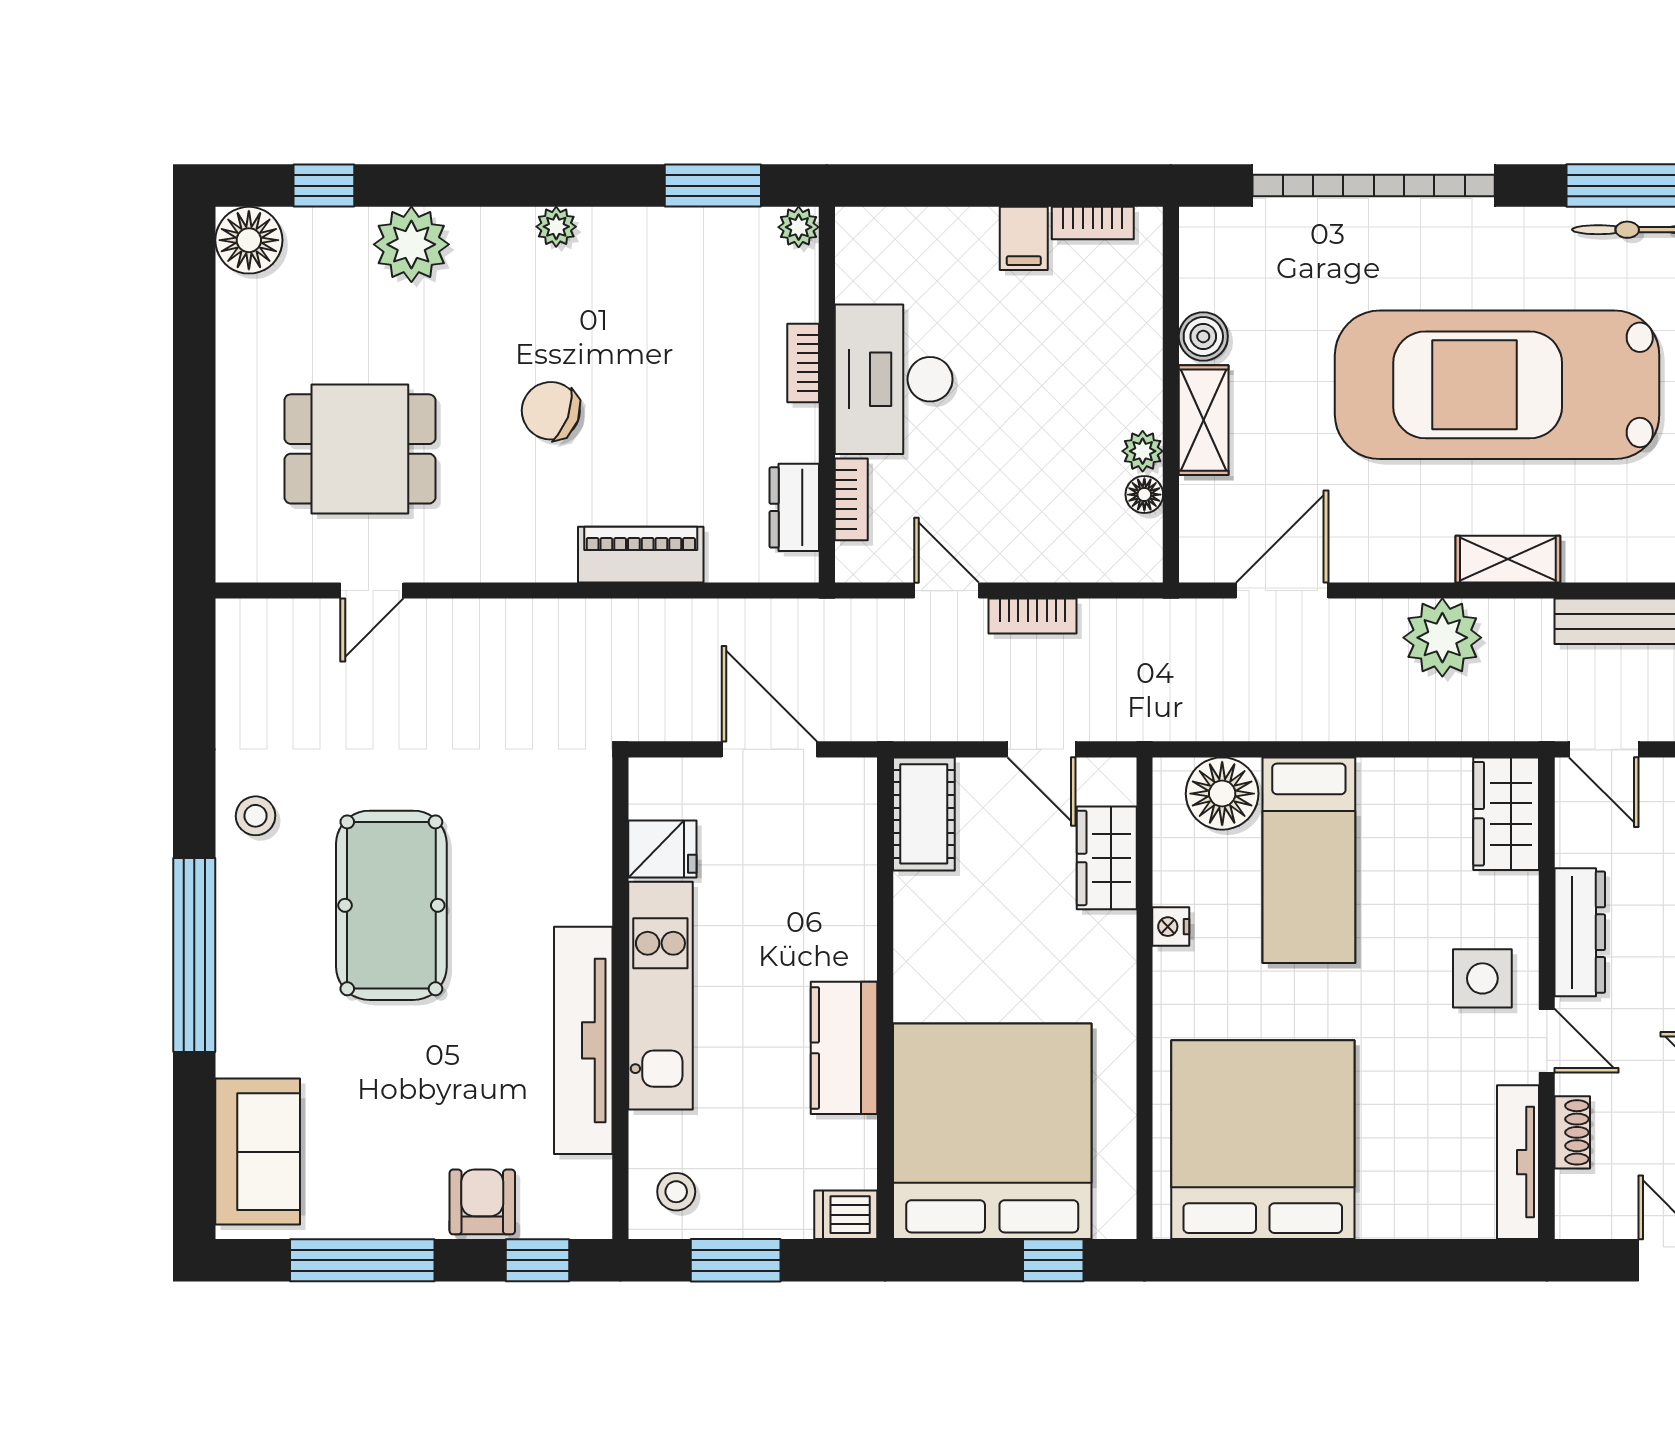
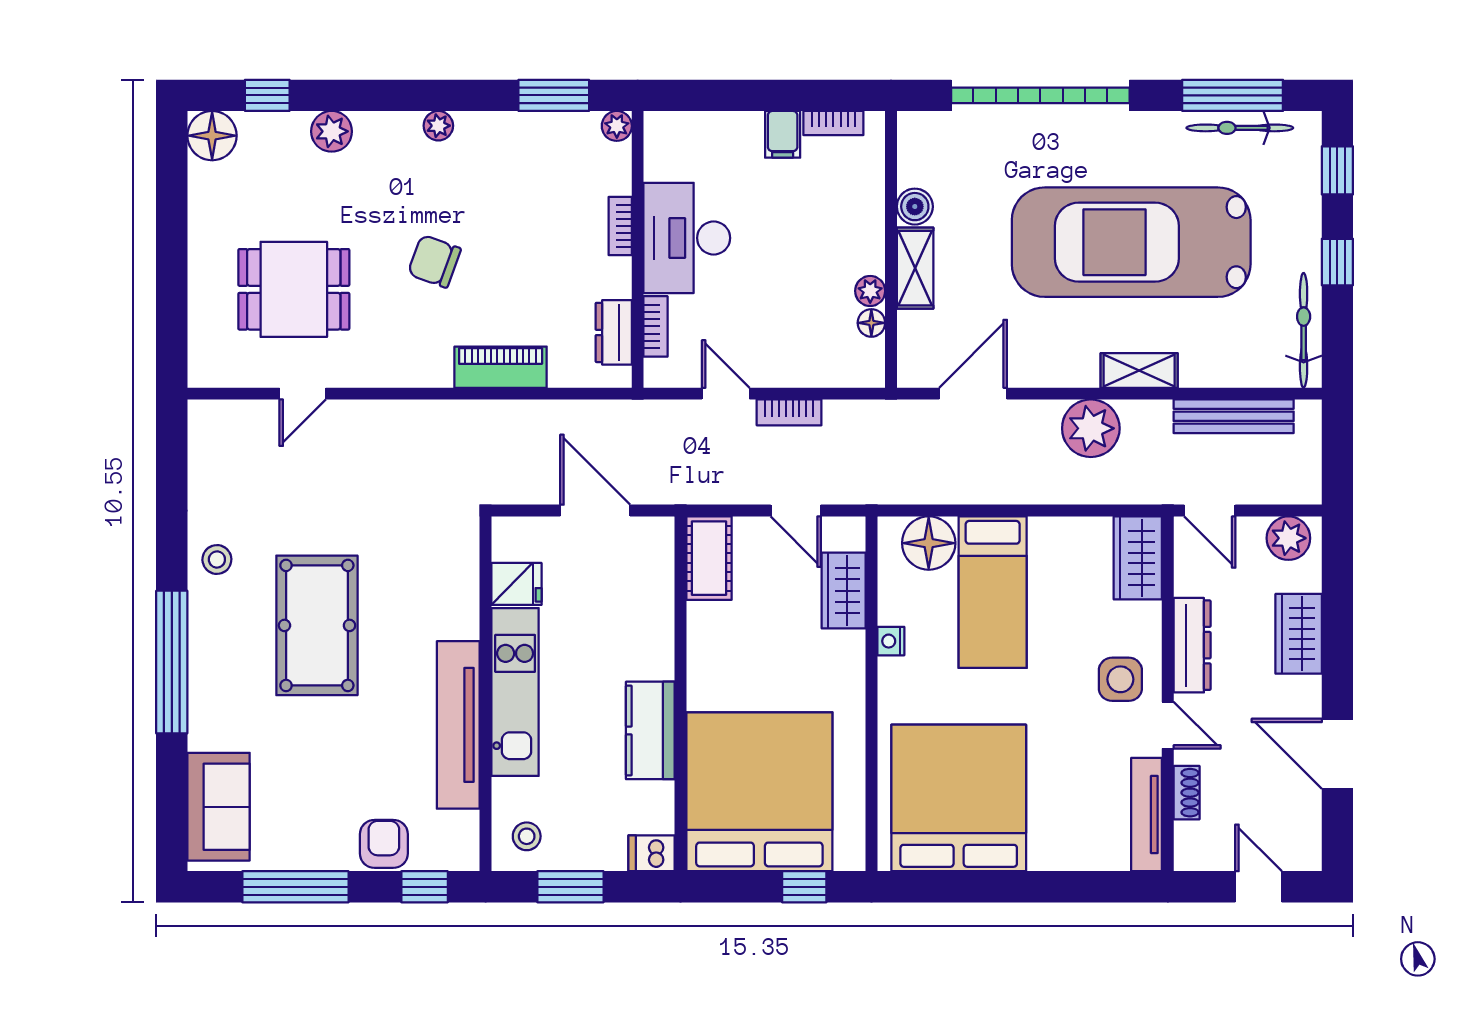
plant: (411, 244) -> (332, 131), width x0.73, depth x0.73

